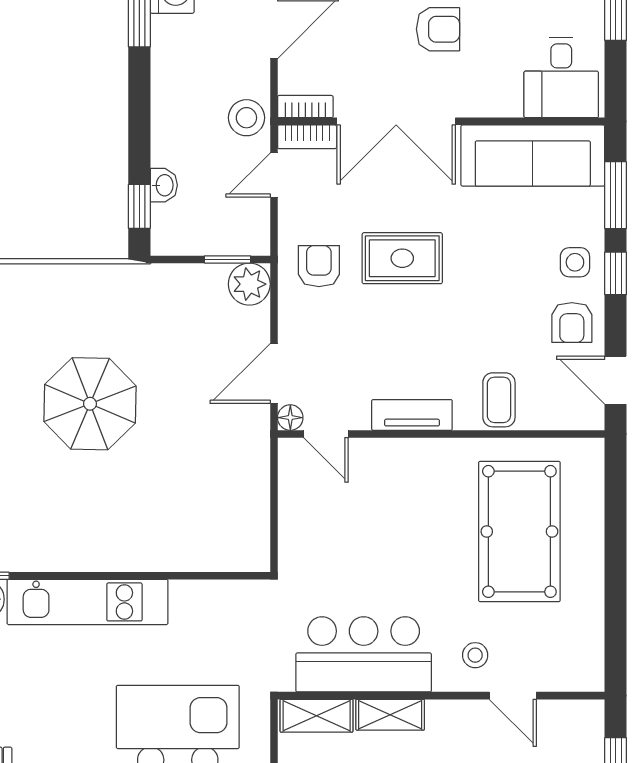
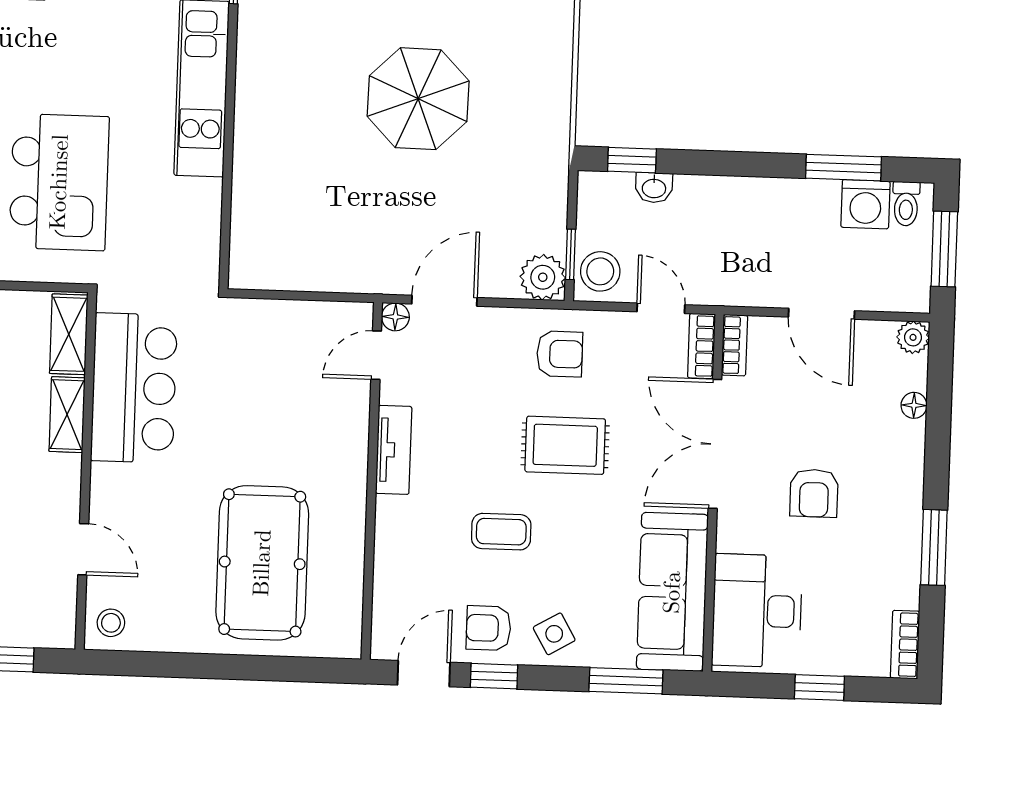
desk: (561, 78) -> (757, 611), width x1.37
stool: (246, 118) -> (600, 271), moved
rug: (402, 258) -> (565, 445), turned 90
side table: (575, 262) -> (554, 634), turned -30
window: (616, 273) -> (494, 676), moved
door: (274, 373) -> (444, 301), hinge flipped
coffee table: (499, 400) -> (501, 532), moved
pool table: (519, 531) -> (262, 563), turned 90
stool: (475, 655) -> (111, 623), moved
door: (513, 696) -> (83, 549), swing flipped

